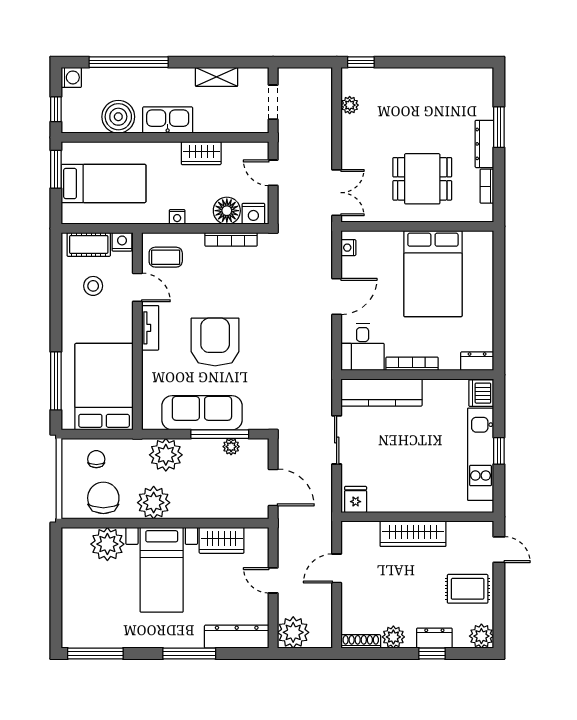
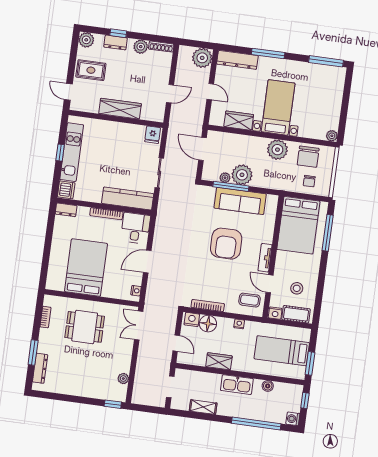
boiler: (118, 117) -> (268, 386), width x0.54, depth x0.54
dresser: (484, 144) -> (40, 368), moved
plant: (166, 455) -> (242, 175), moved
plant: (107, 544) -> (332, 136), moved, width x0.53, depth x0.53

